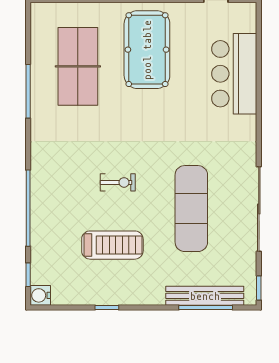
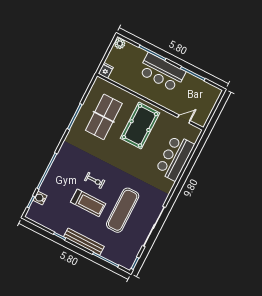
treadmill: (112, 245) -> (88, 203), moved
water cooler: (40, 295) -> (40, 198), moved
bench: (205, 296) -> (84, 242), moved

